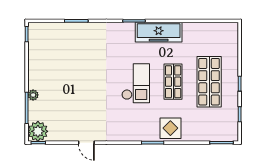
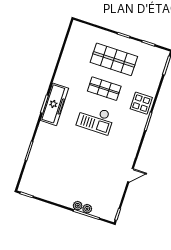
freezer: (159, 32) -> (54, 104), moved
checkout: (136, 83) -> (96, 119), turned 180
plant: (38, 131) -> (87, 209), moved, width x0.53, depth x0.53

